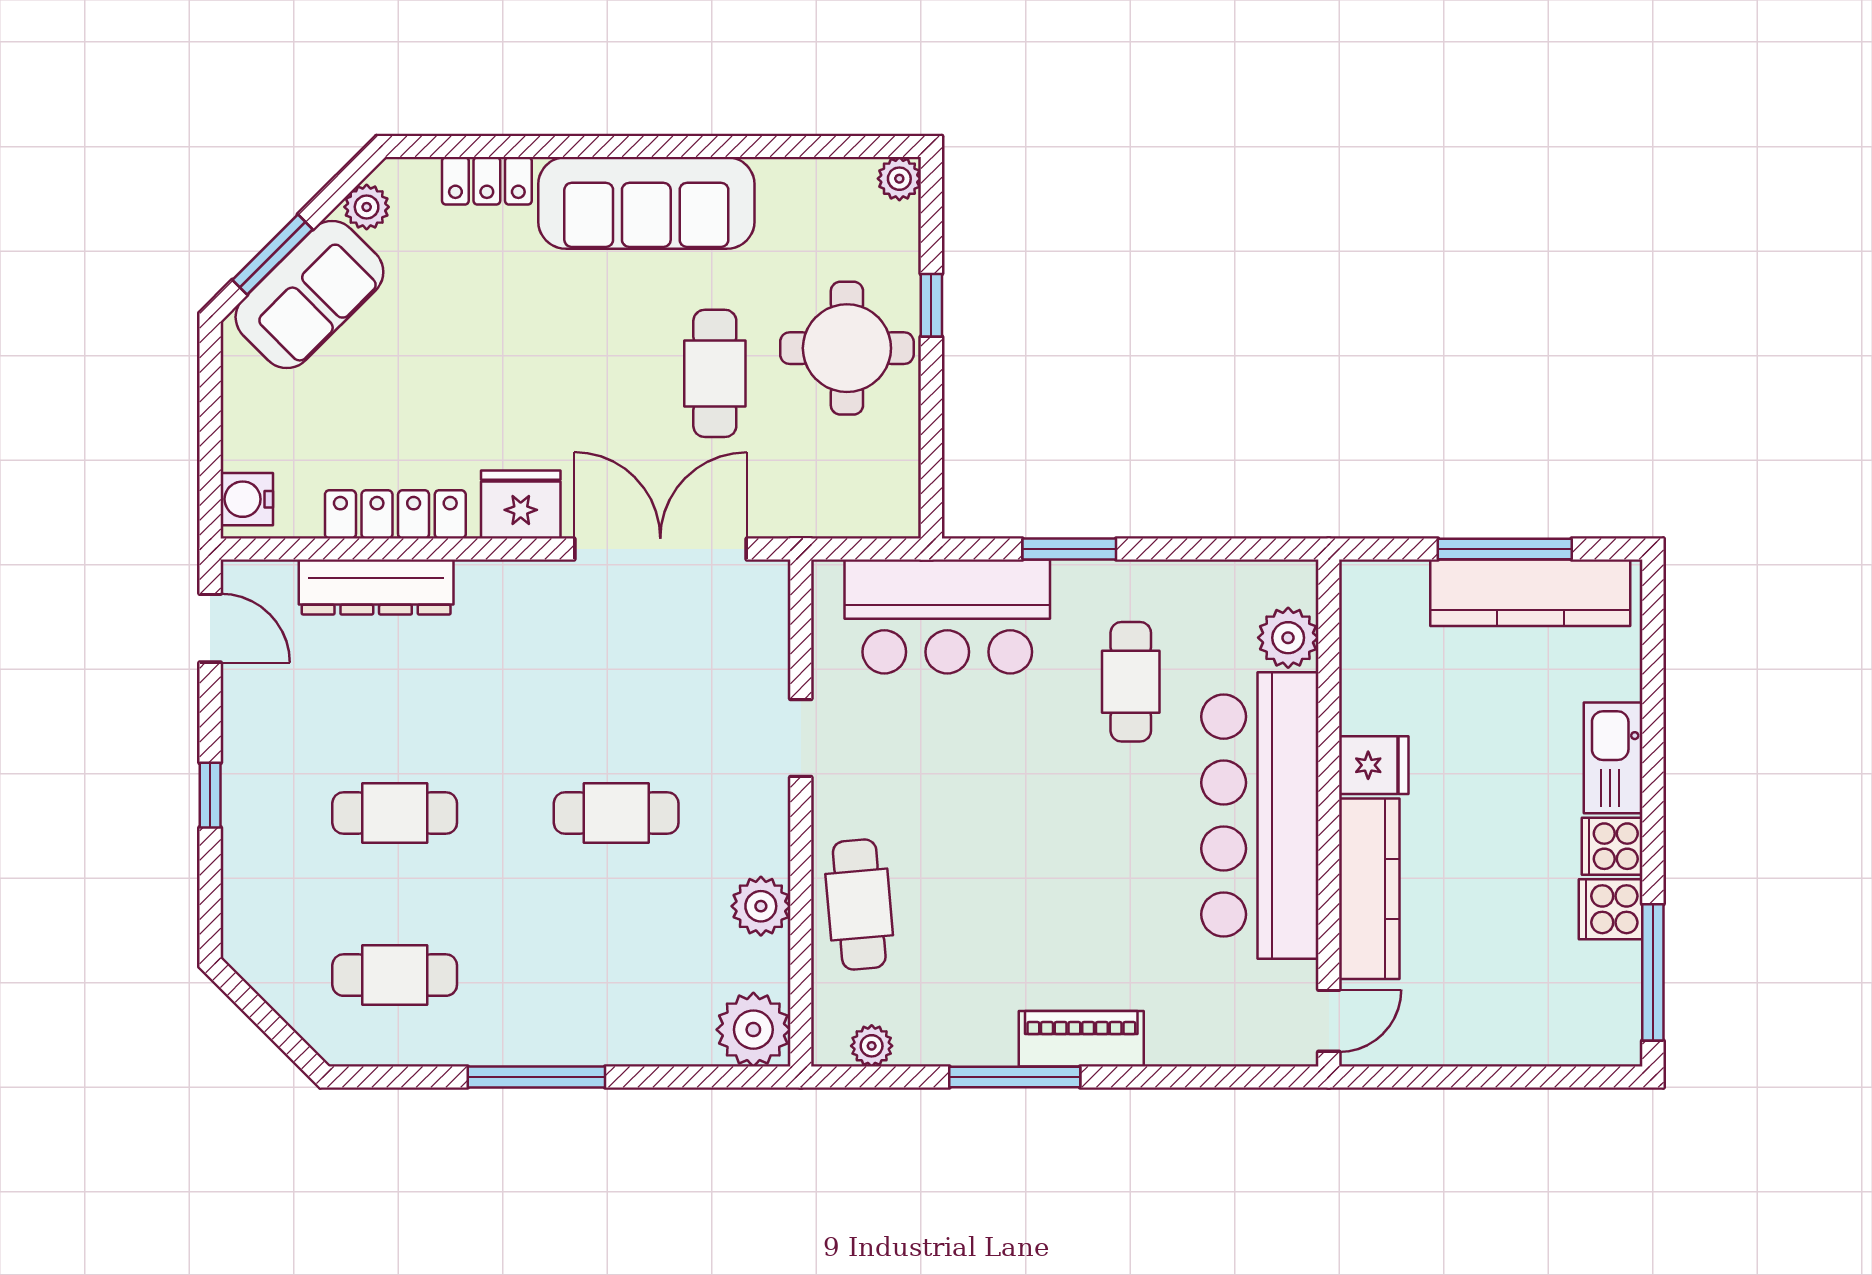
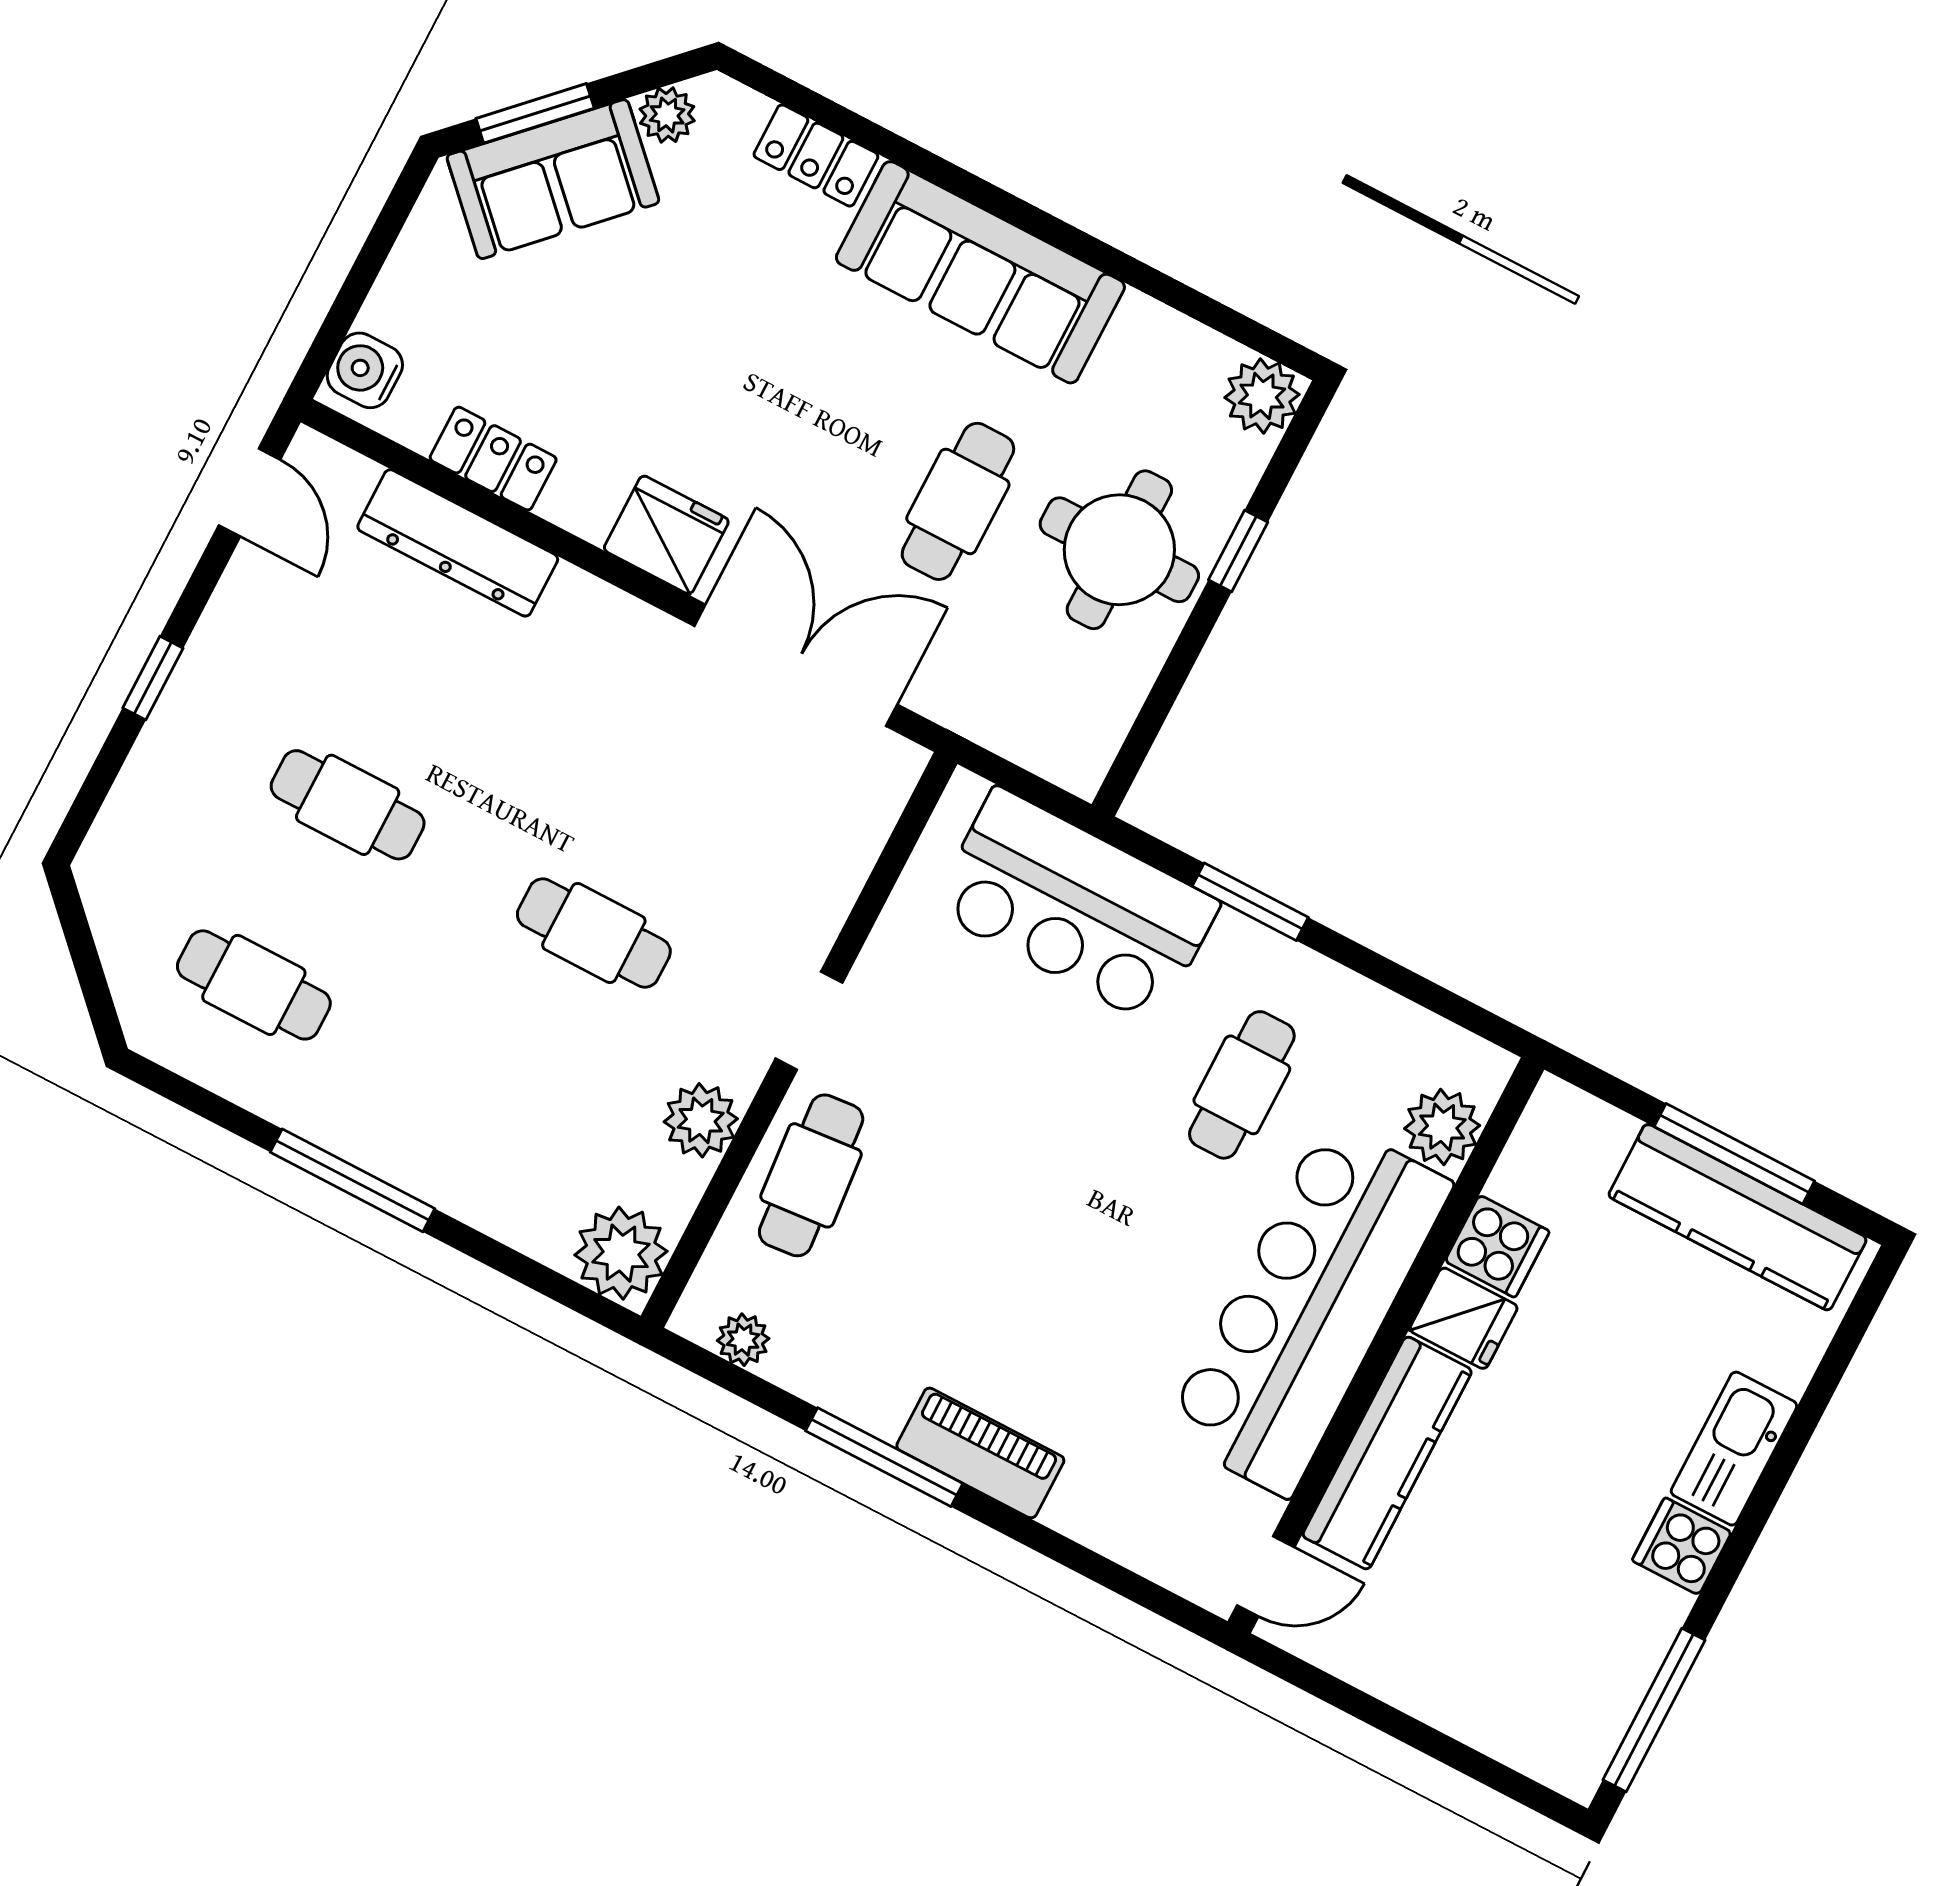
plant: (899, 179) -> (1262, 396), width x1.38, depth x1.38
locker: (395, 514) -> (493, 459), width x0.66
doorway: (801, 738) -> (809, 1021), moved
cooker: (1611, 909) -> (1497, 1246), moved, turned 180

